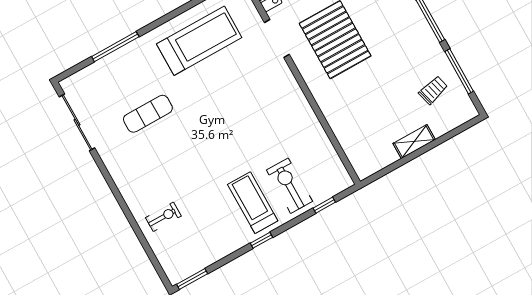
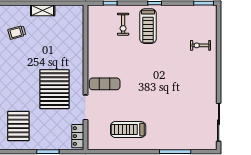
treadmill: (199, 41) -> (128, 130), width x0.73, depth x0.73
exercise mat: (148, 114) -> (105, 84), moved
exercise bike: (289, 186) -> (123, 24), width x0.73, depth x0.72

